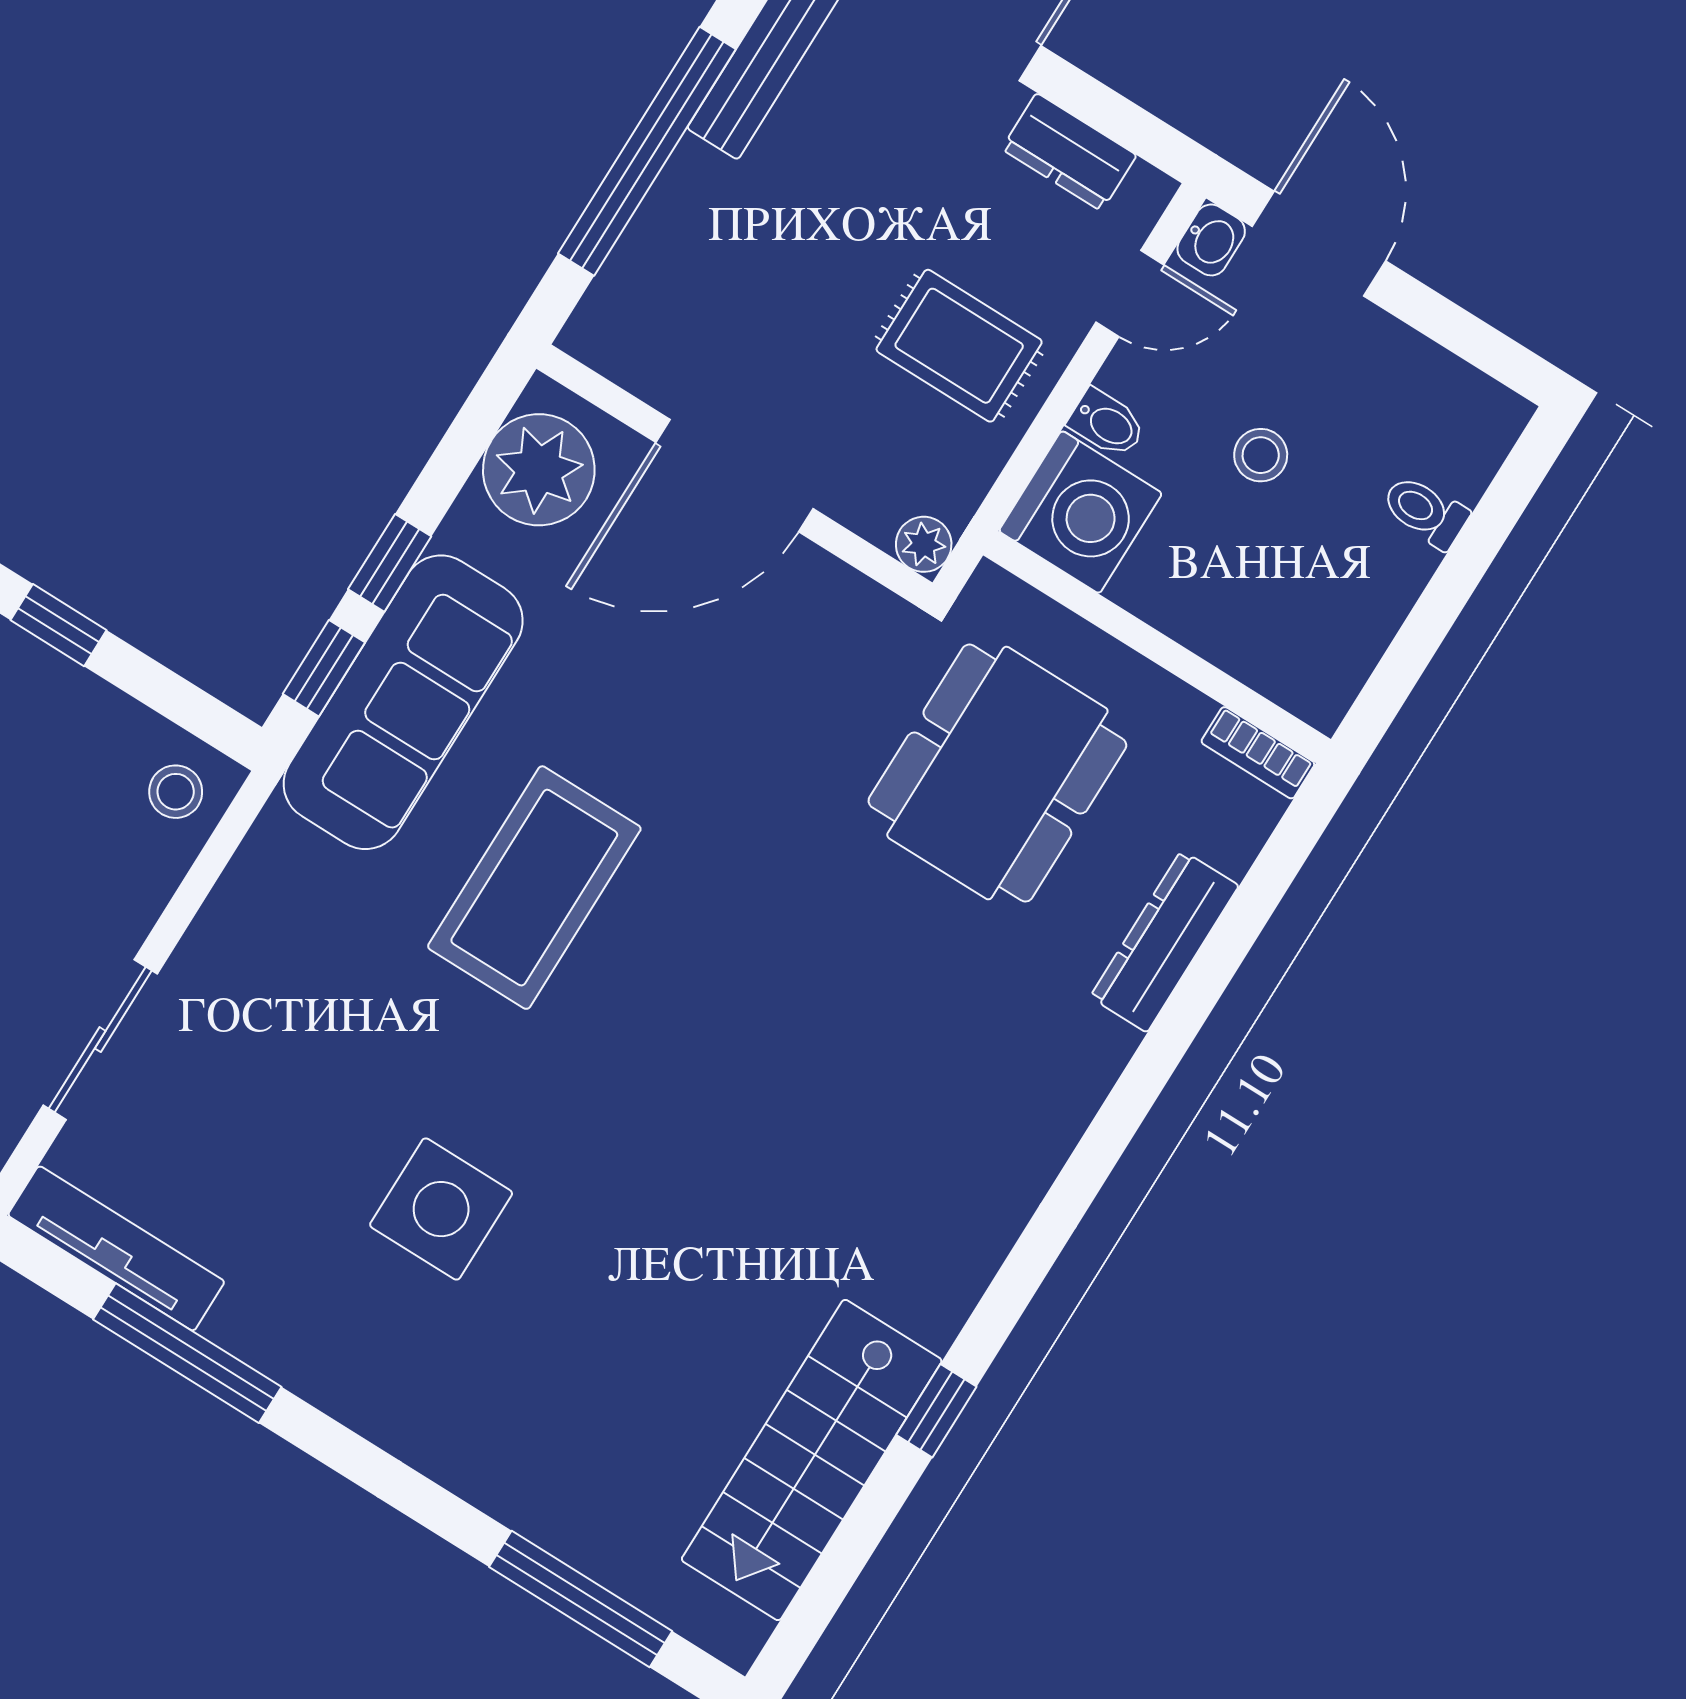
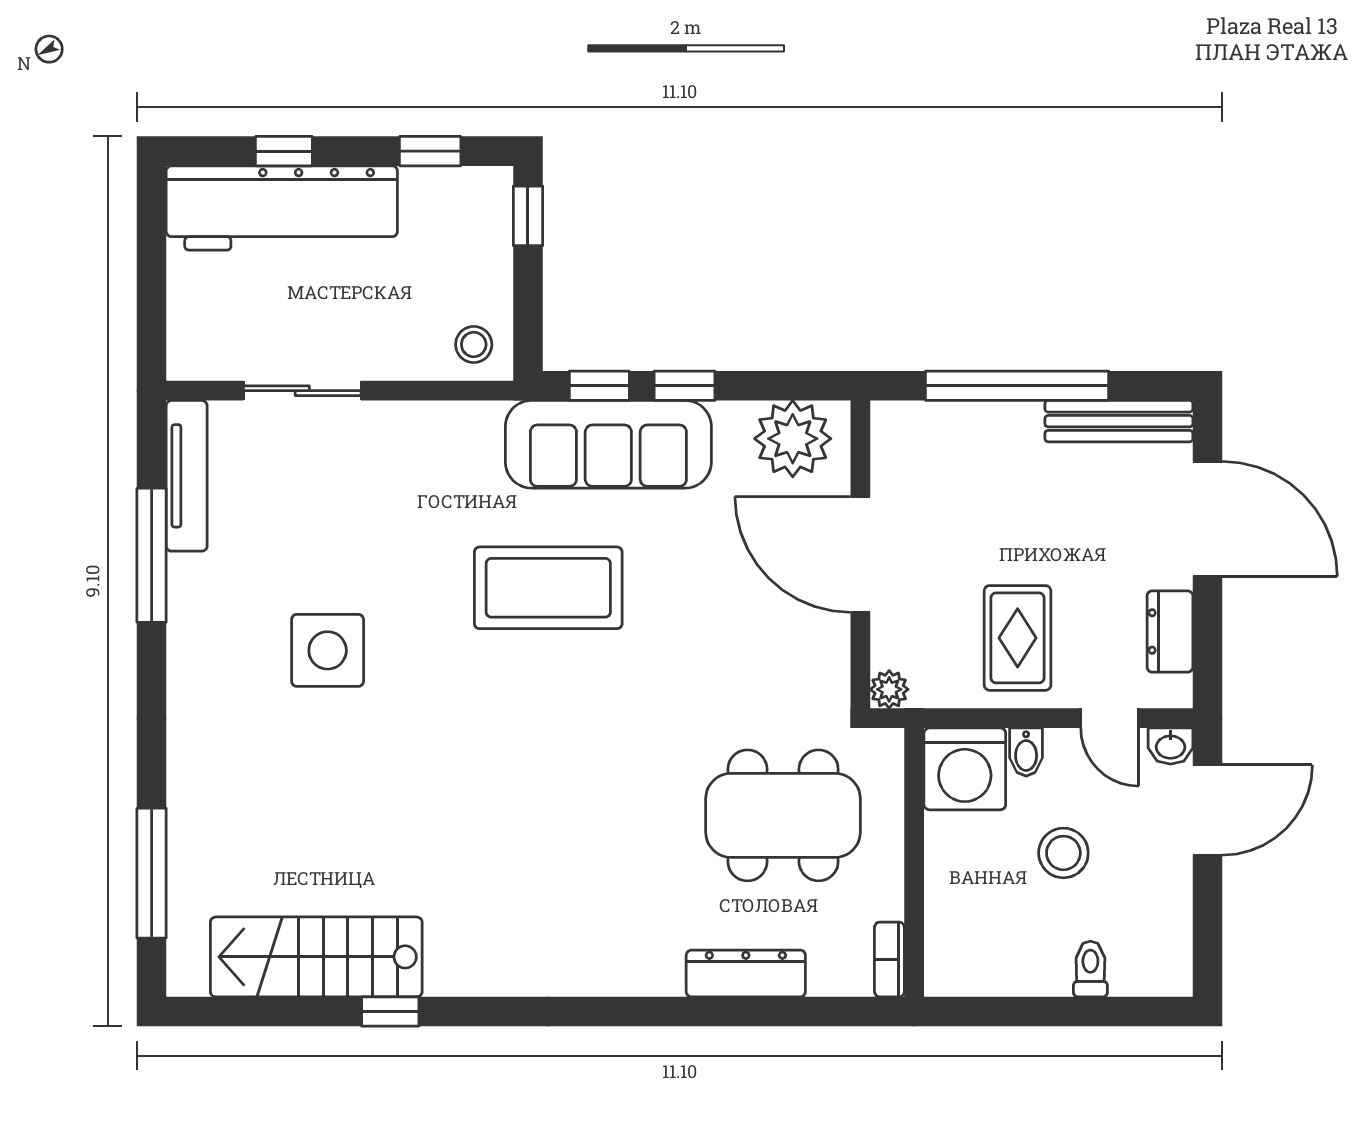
stool: (1261, 455) -> (1063, 853), width x1.37, depth x1.37

